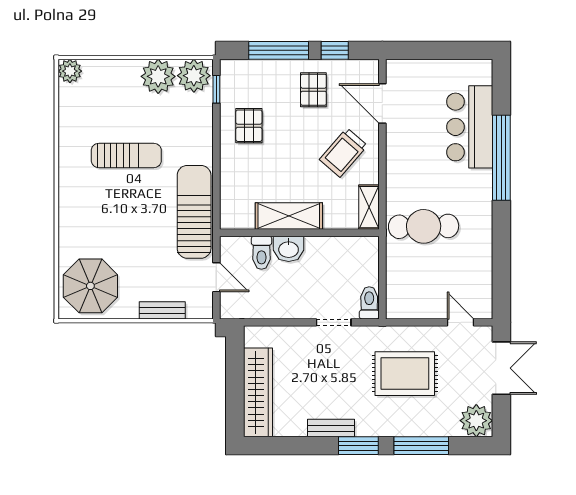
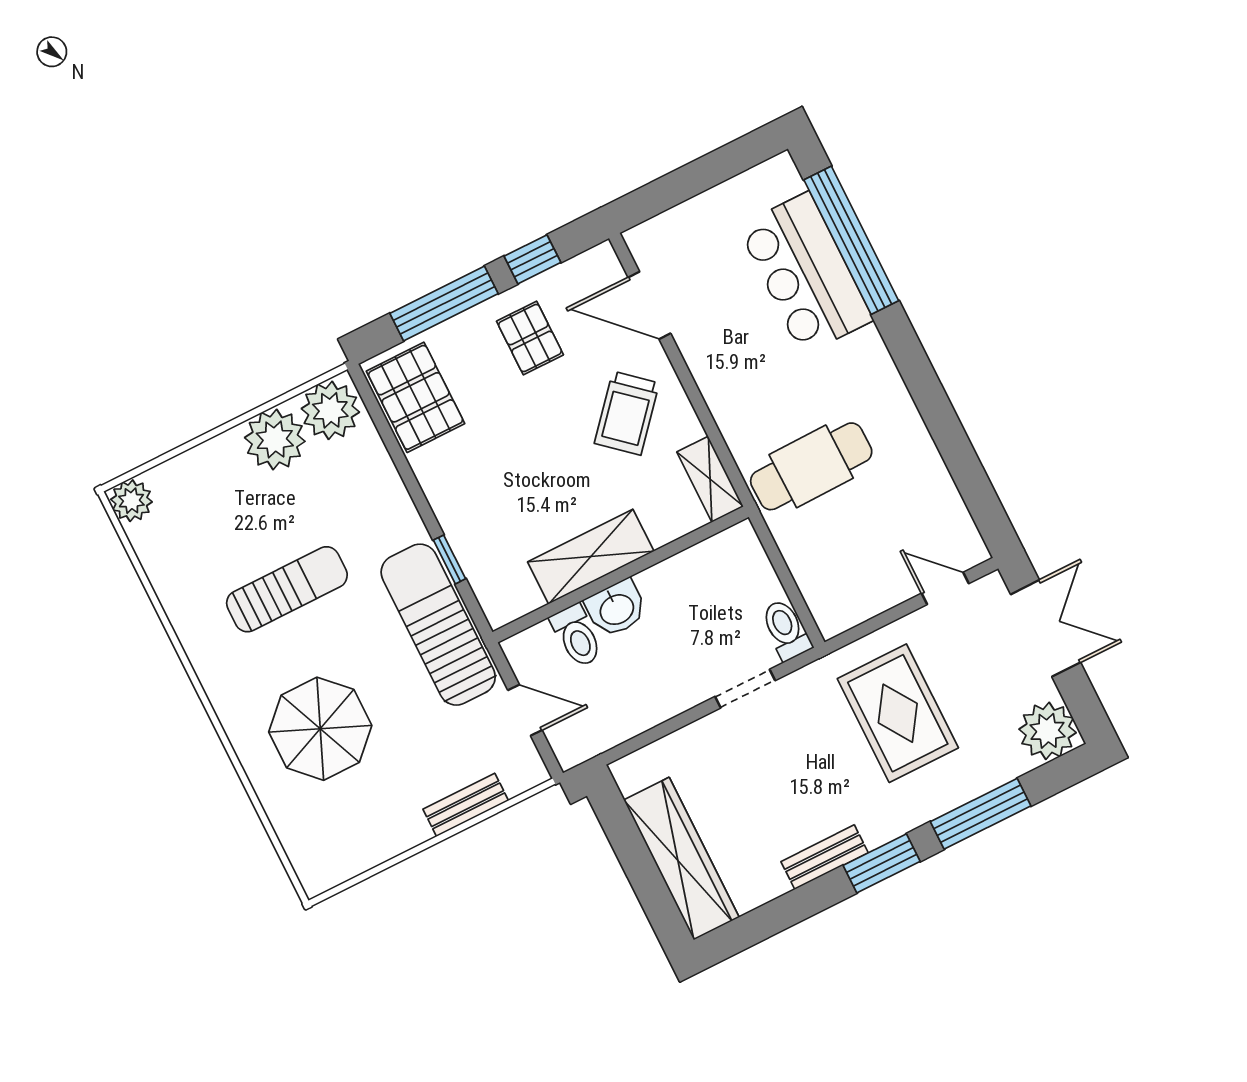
window: (216, 89) -> (449, 559), moved
pallet: (249, 126) -> (416, 397), moved, width x1.50, depth x1.42
window: (501, 158) -> (851, 240), moved
parasol: (90, 286) -> (320, 729), moved
rug: (405, 374) -> (898, 713), turned 90

